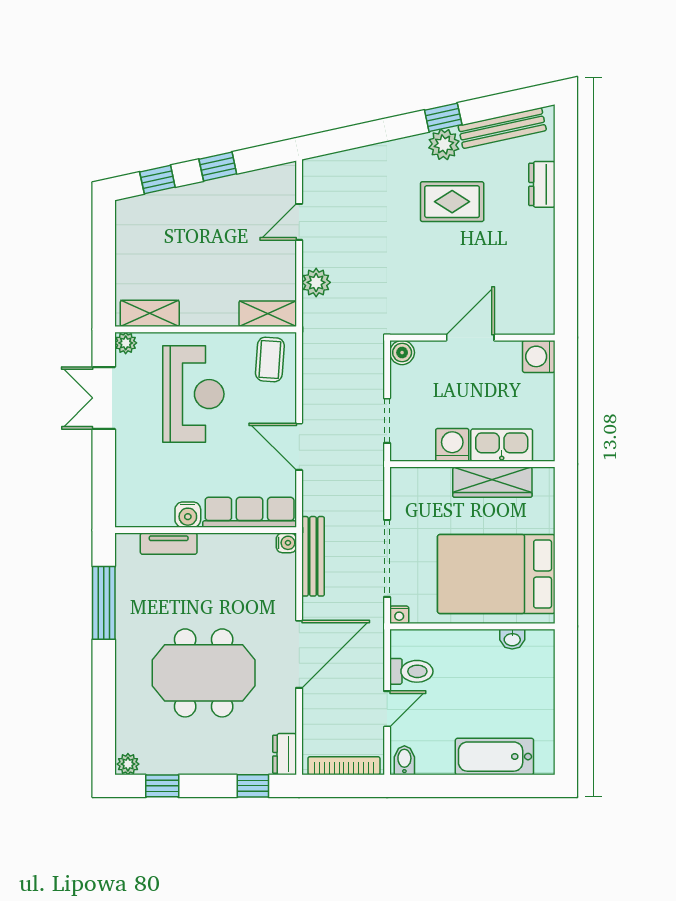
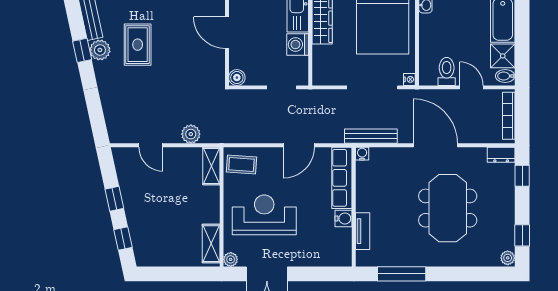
shower: (435, 757) -> (503, 56), added

